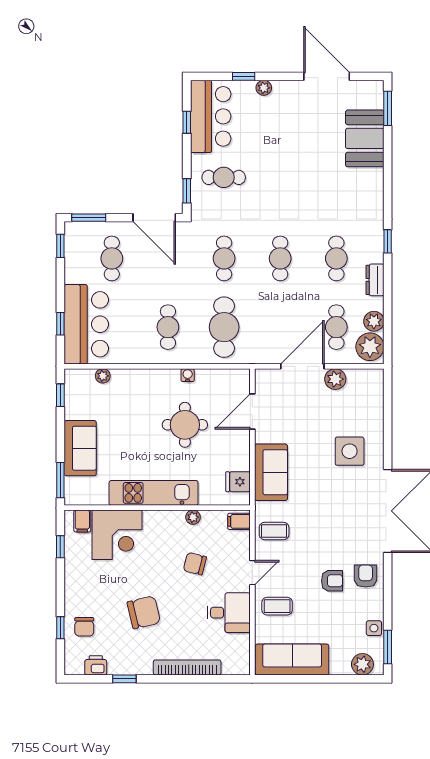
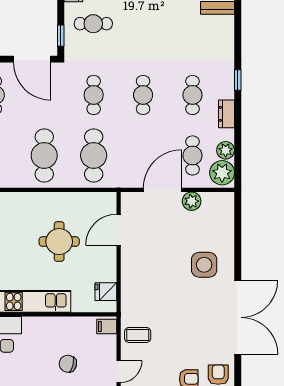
cafe table: (168, 327) -> (44, 155), width x1.37, depth x1.35
water cooler: (188, 375) -> (62, 198), removed
sofa: (271, 472) -> (135, 283), removed
plant: (193, 517) -> (66, 323), removed

